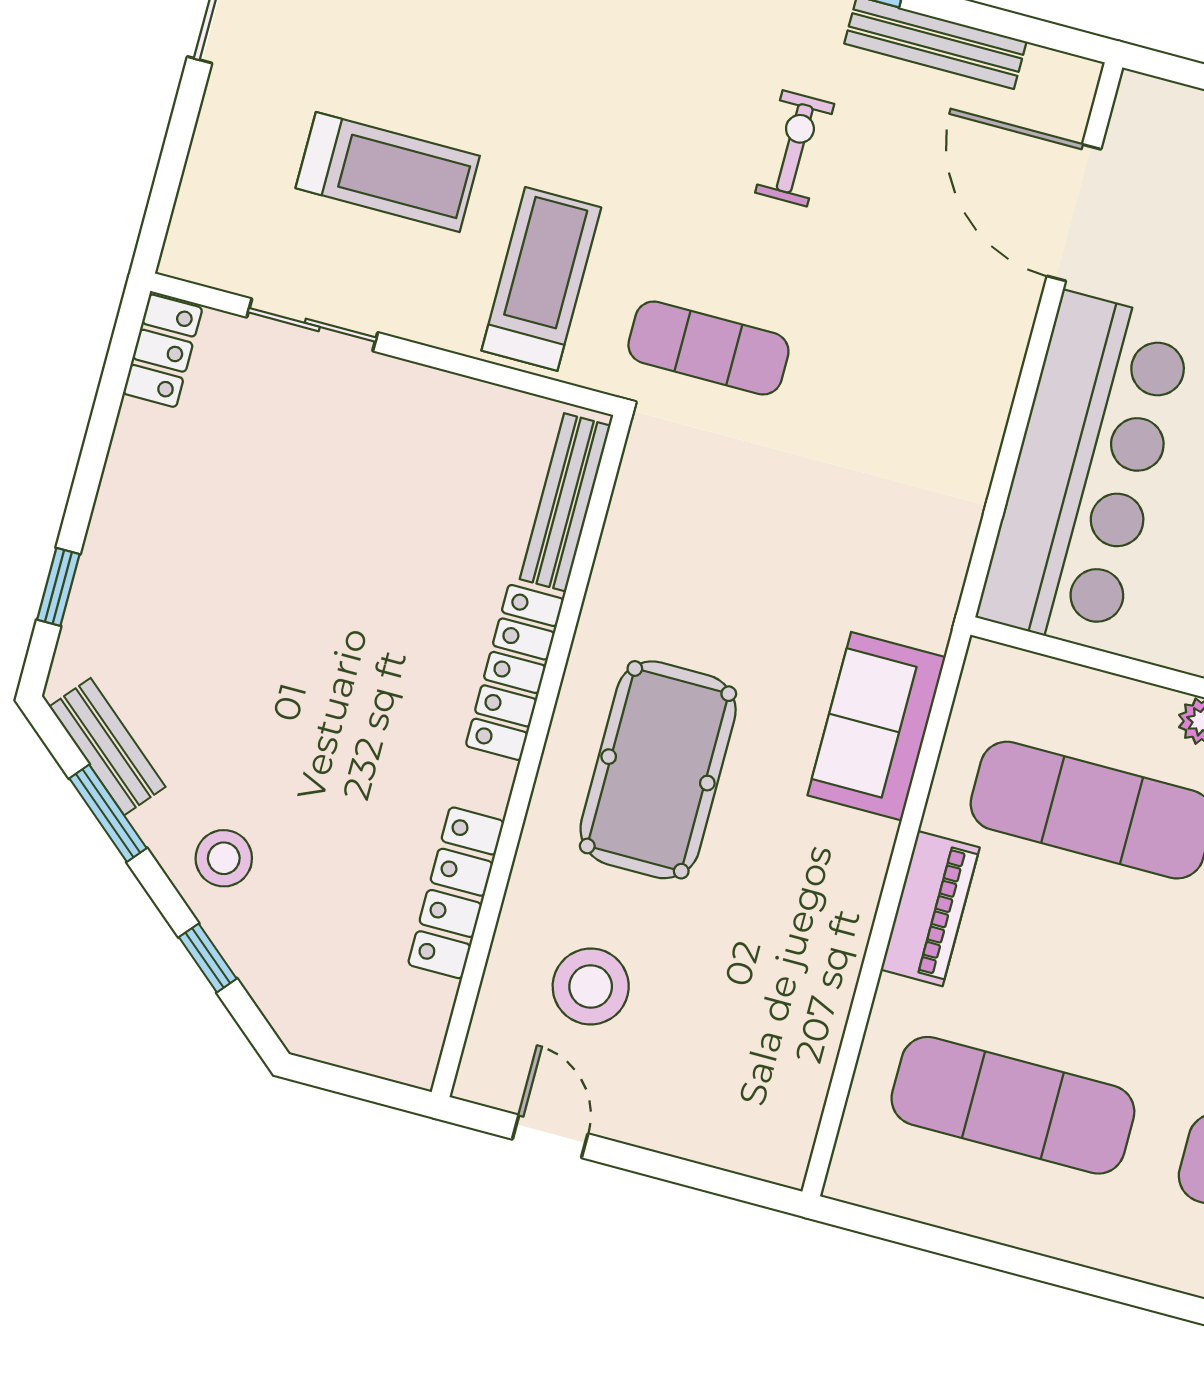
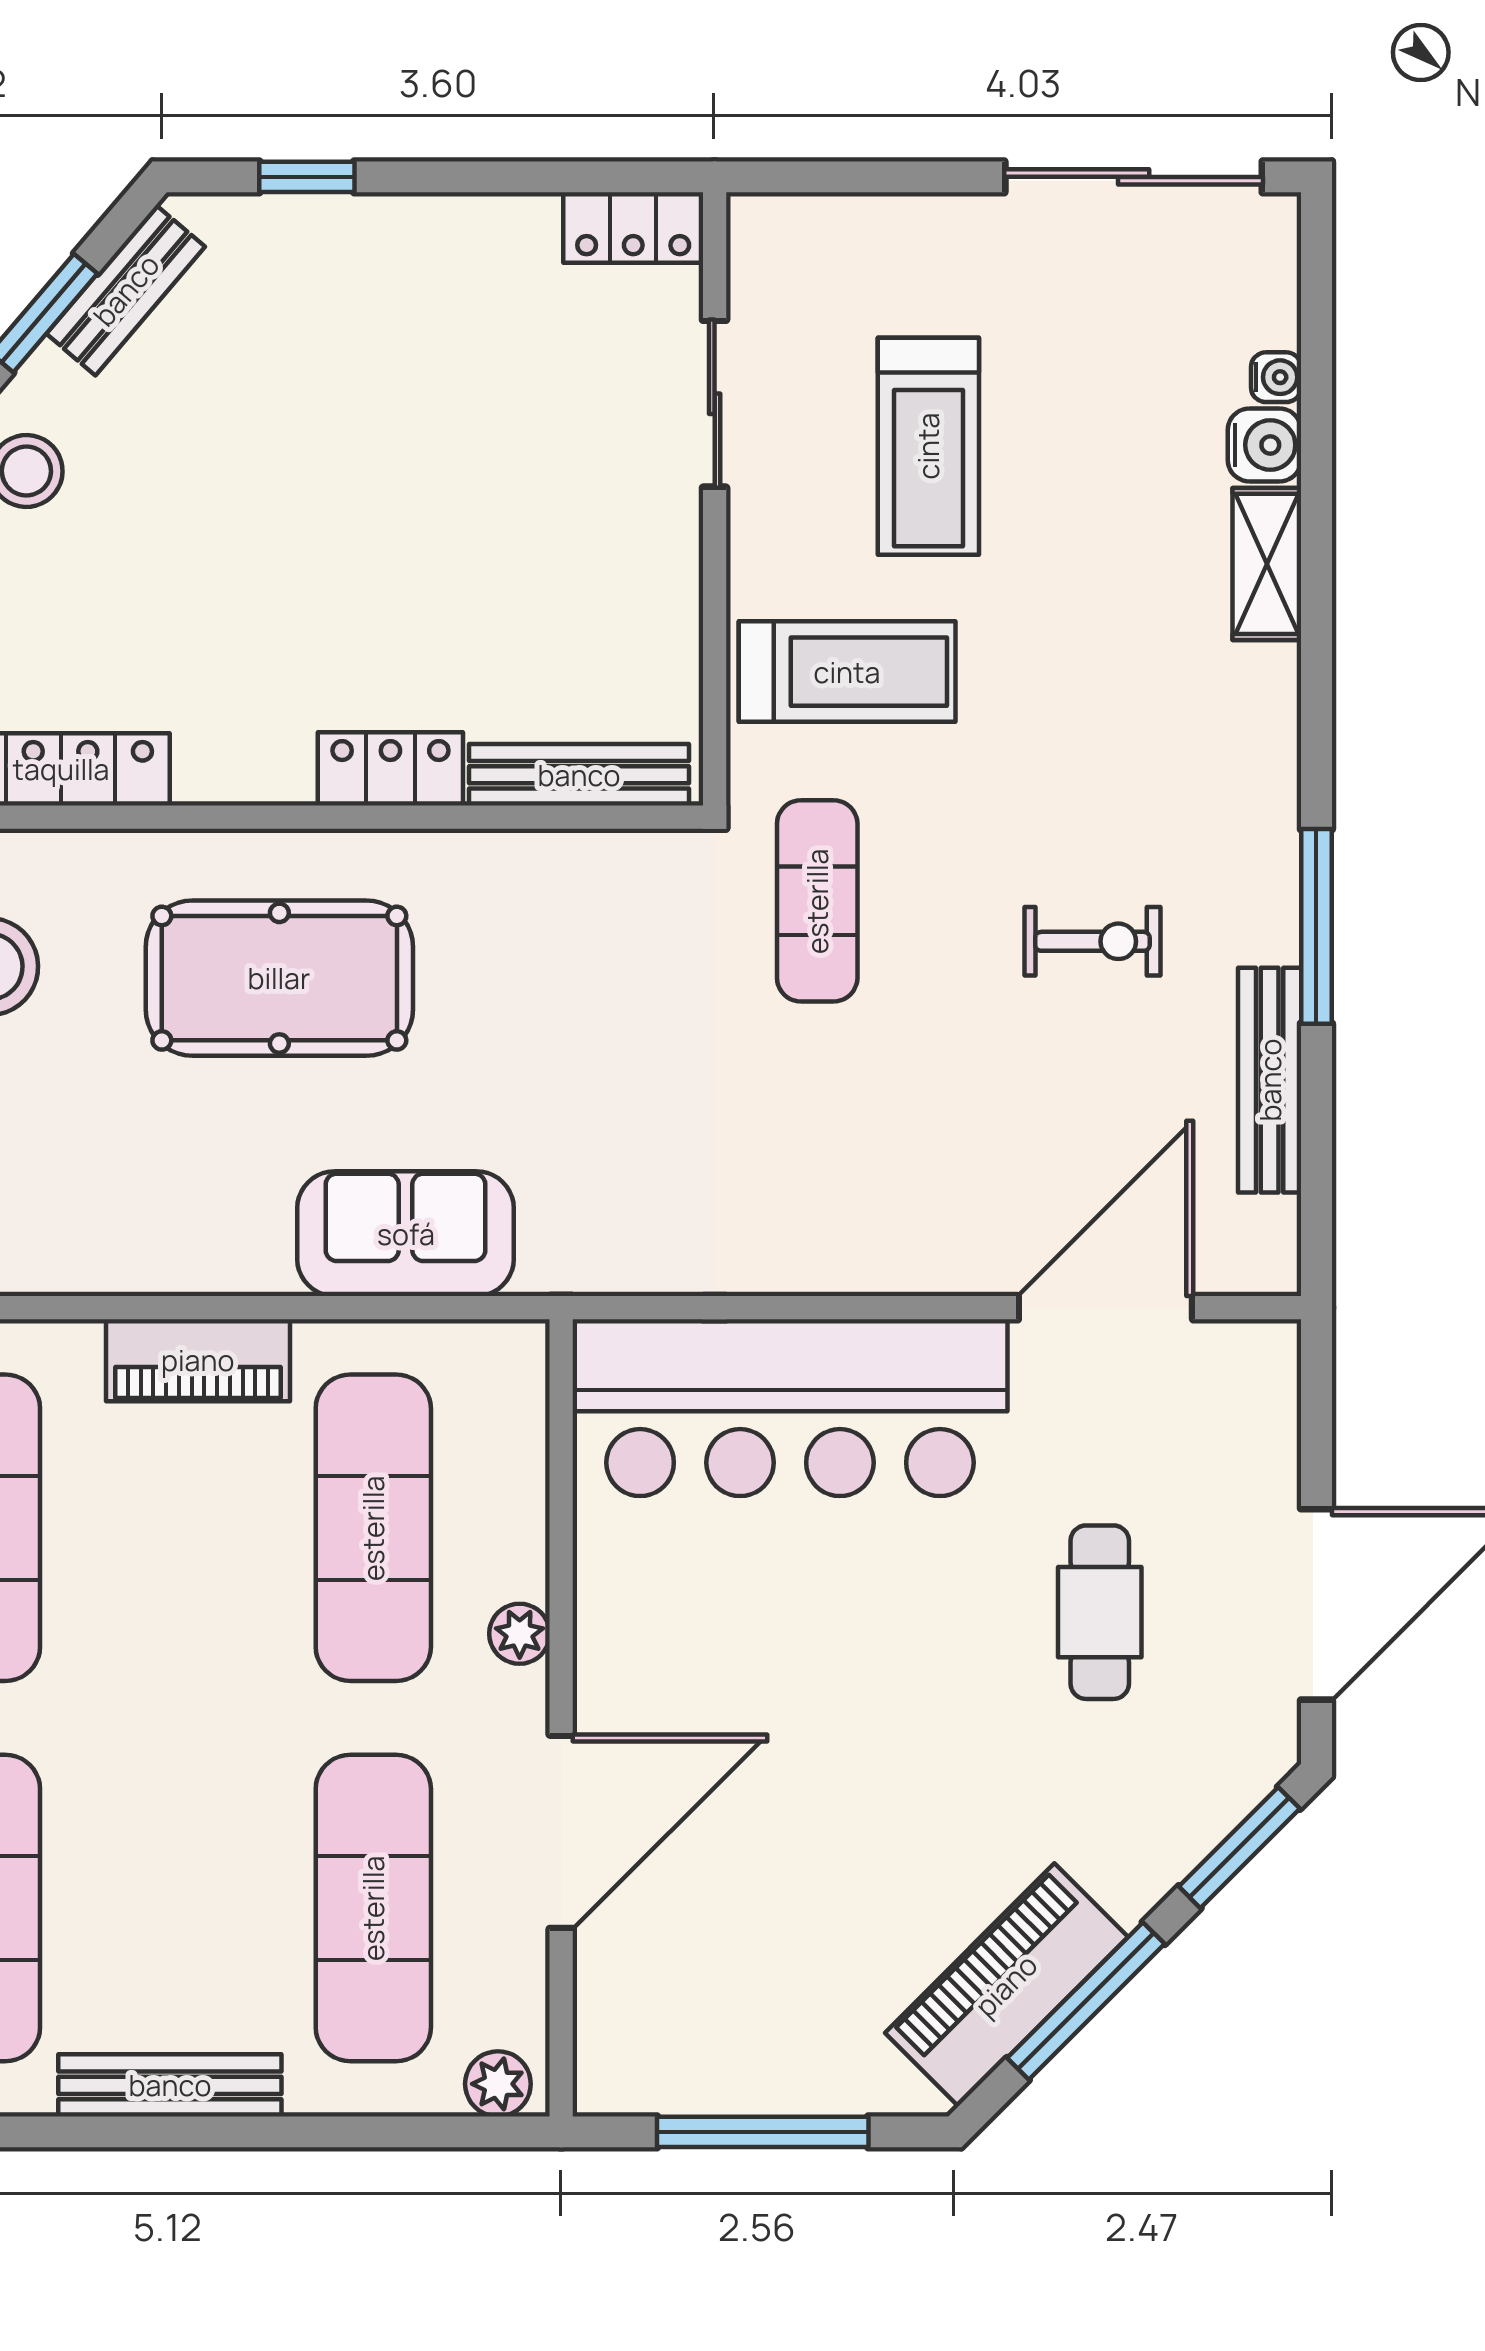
locker: (515, 672) -> (390, 769), width x0.66

